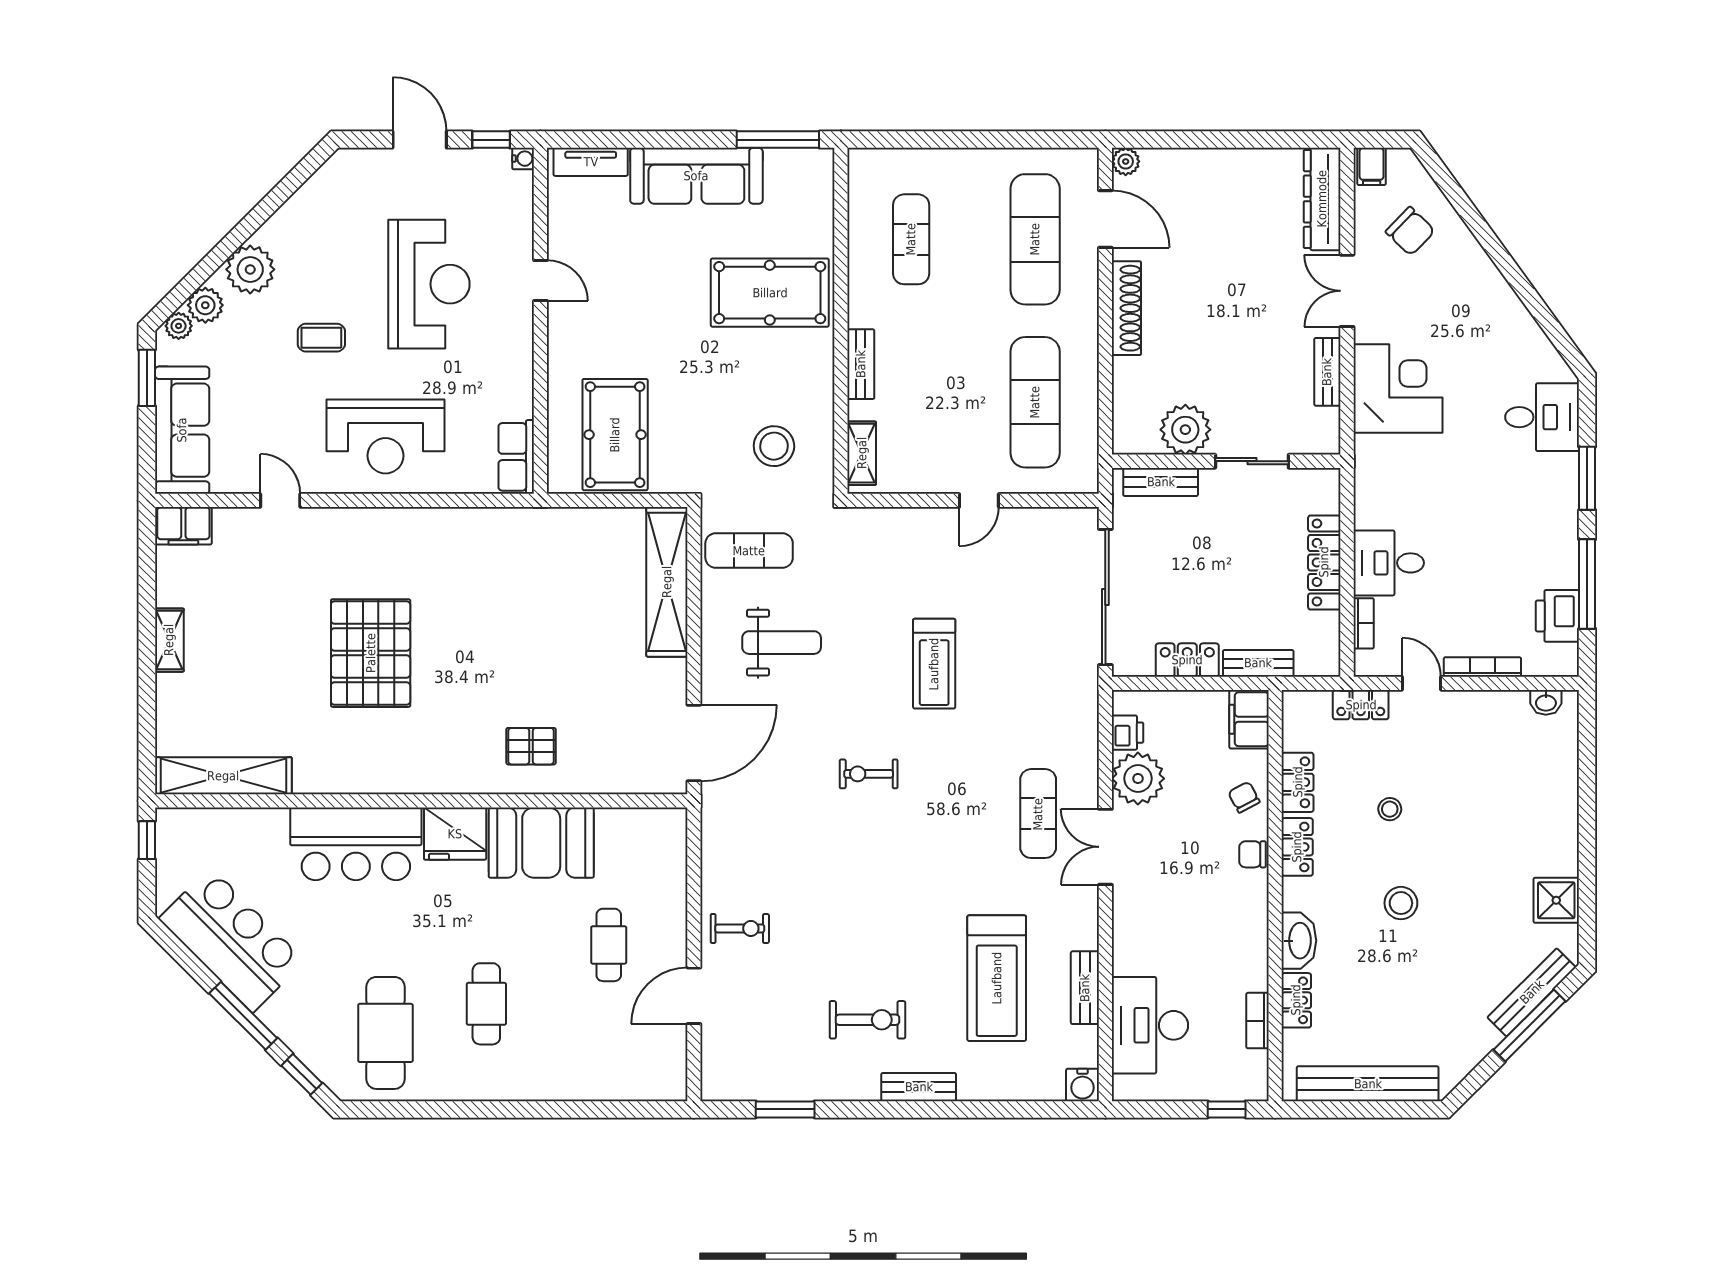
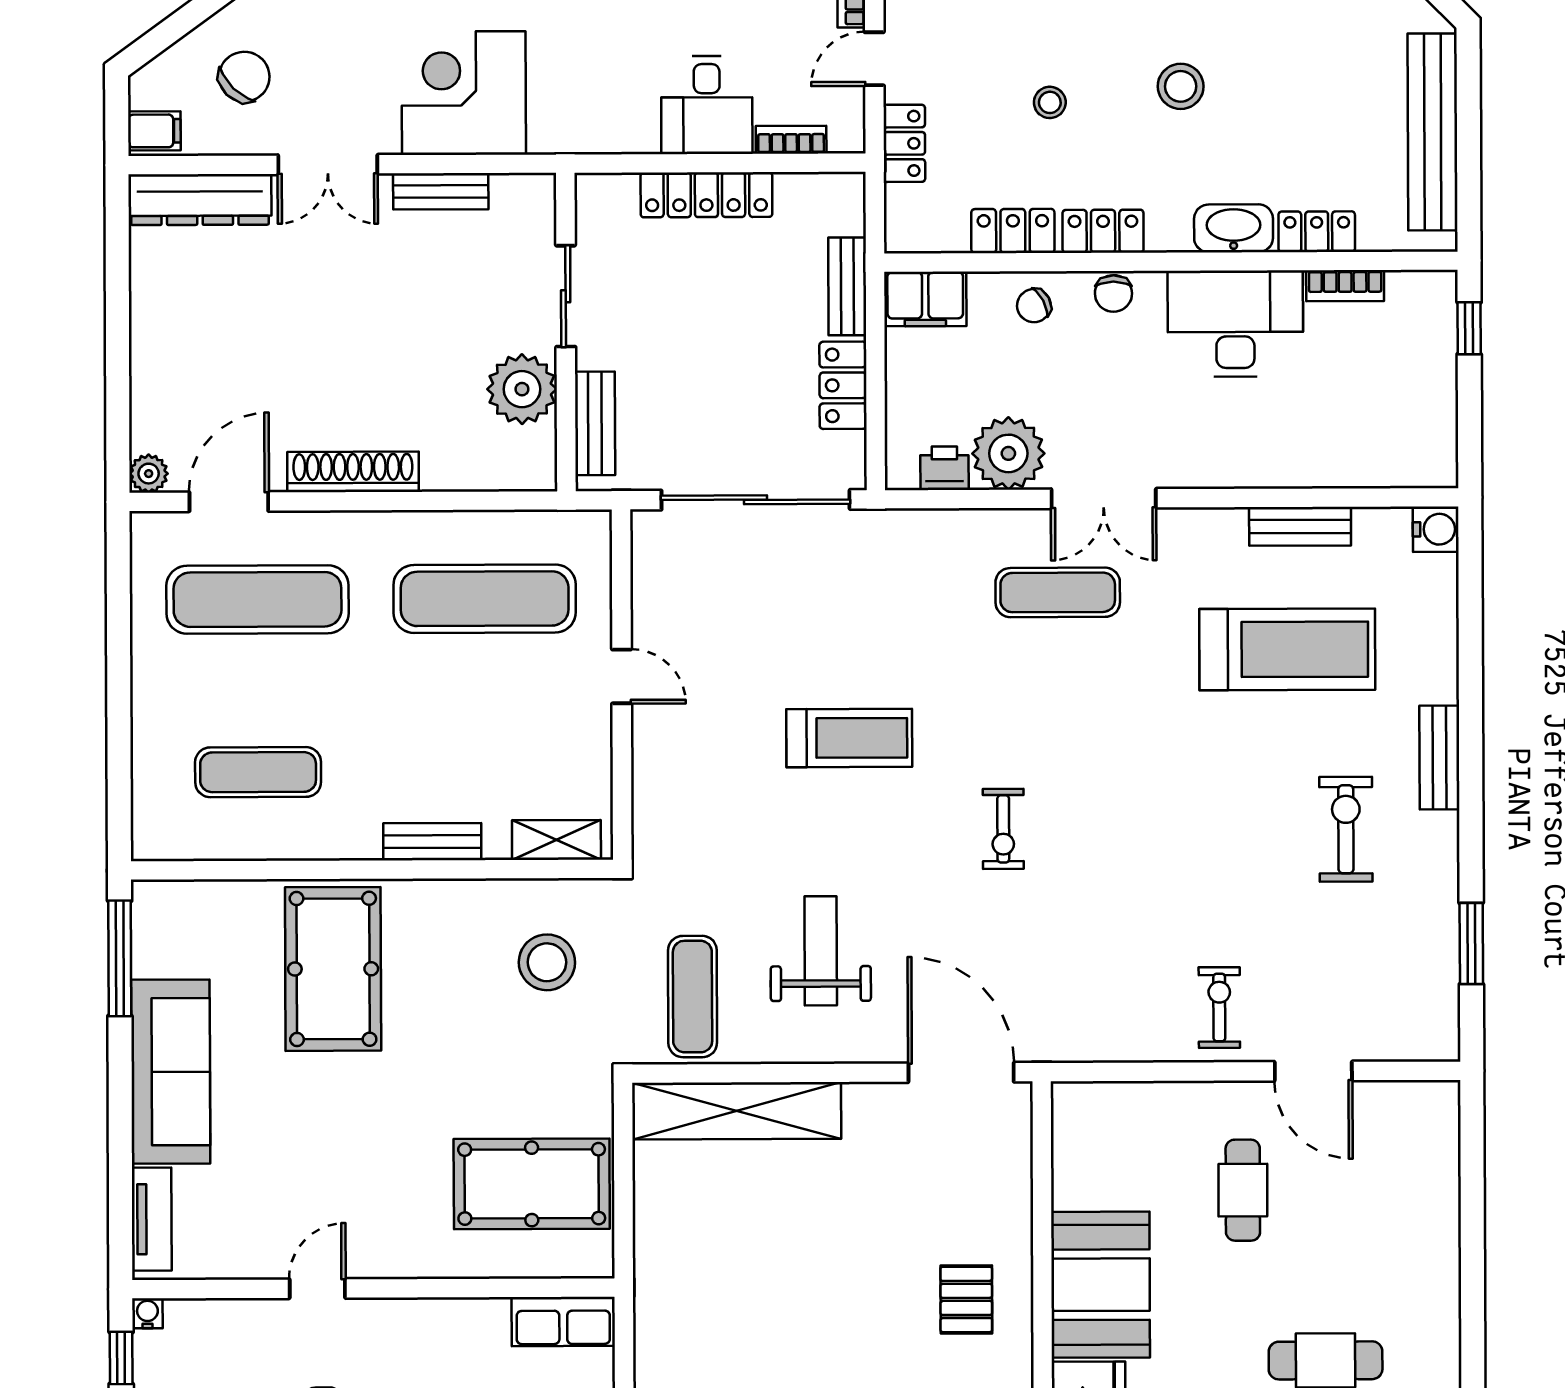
cafe table: (609, 945) -> (1243, 1190), turned 90
desk: (1150, 1025) -> (1235, 324), moved, turned 180

